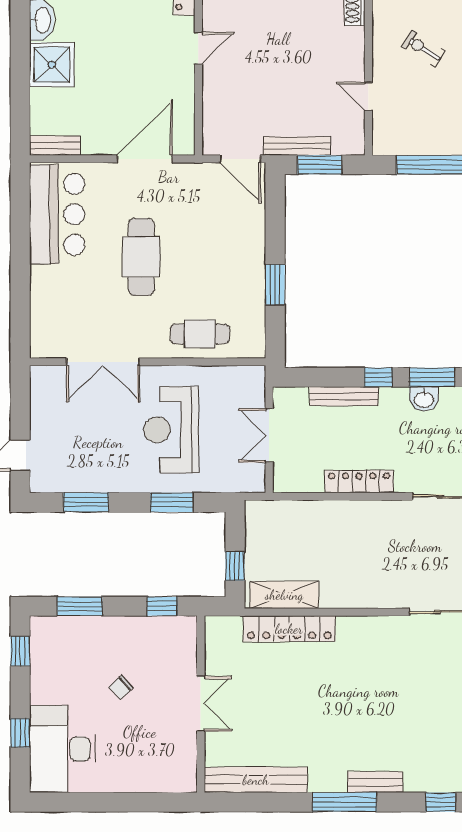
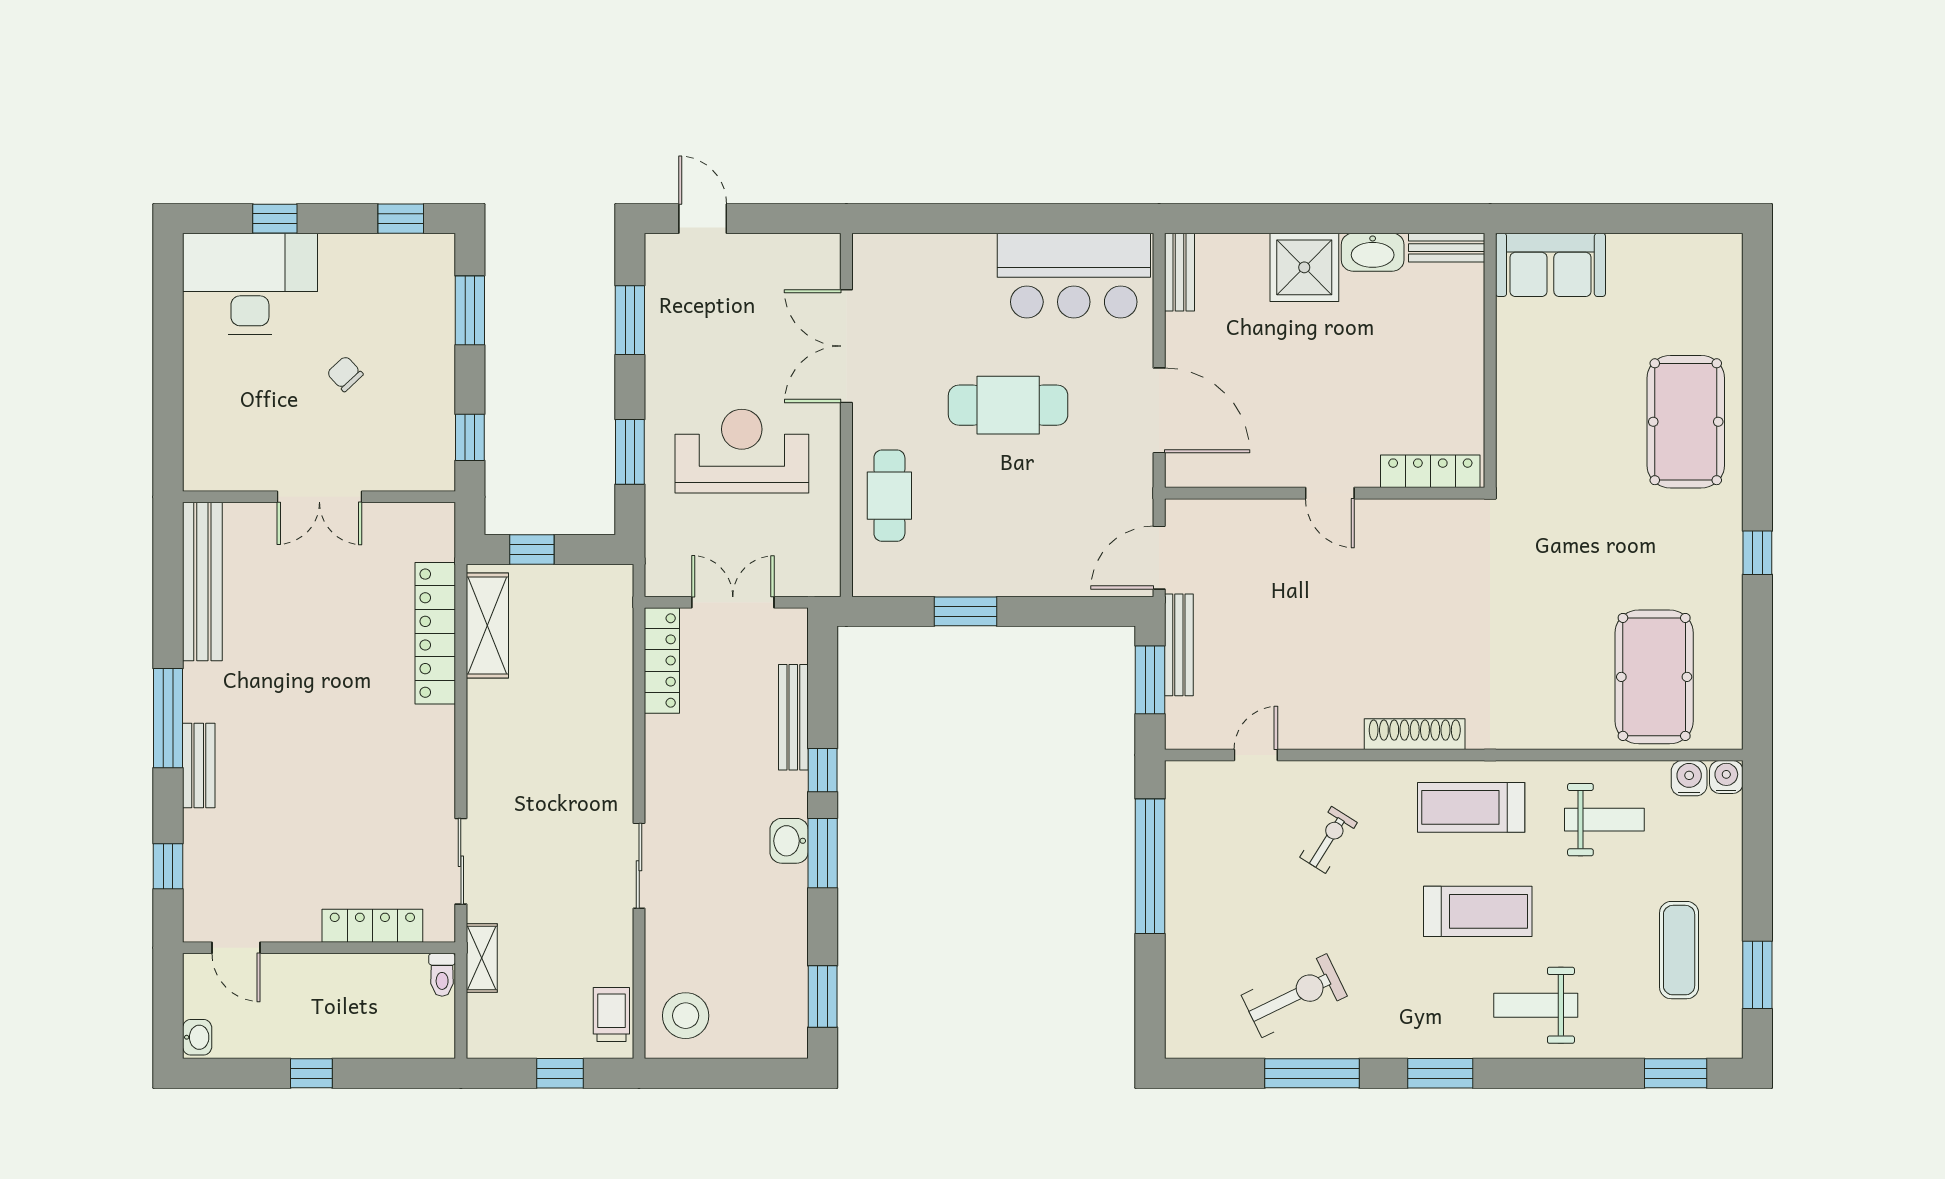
locker: (359, 482) -> (662, 660), moved

